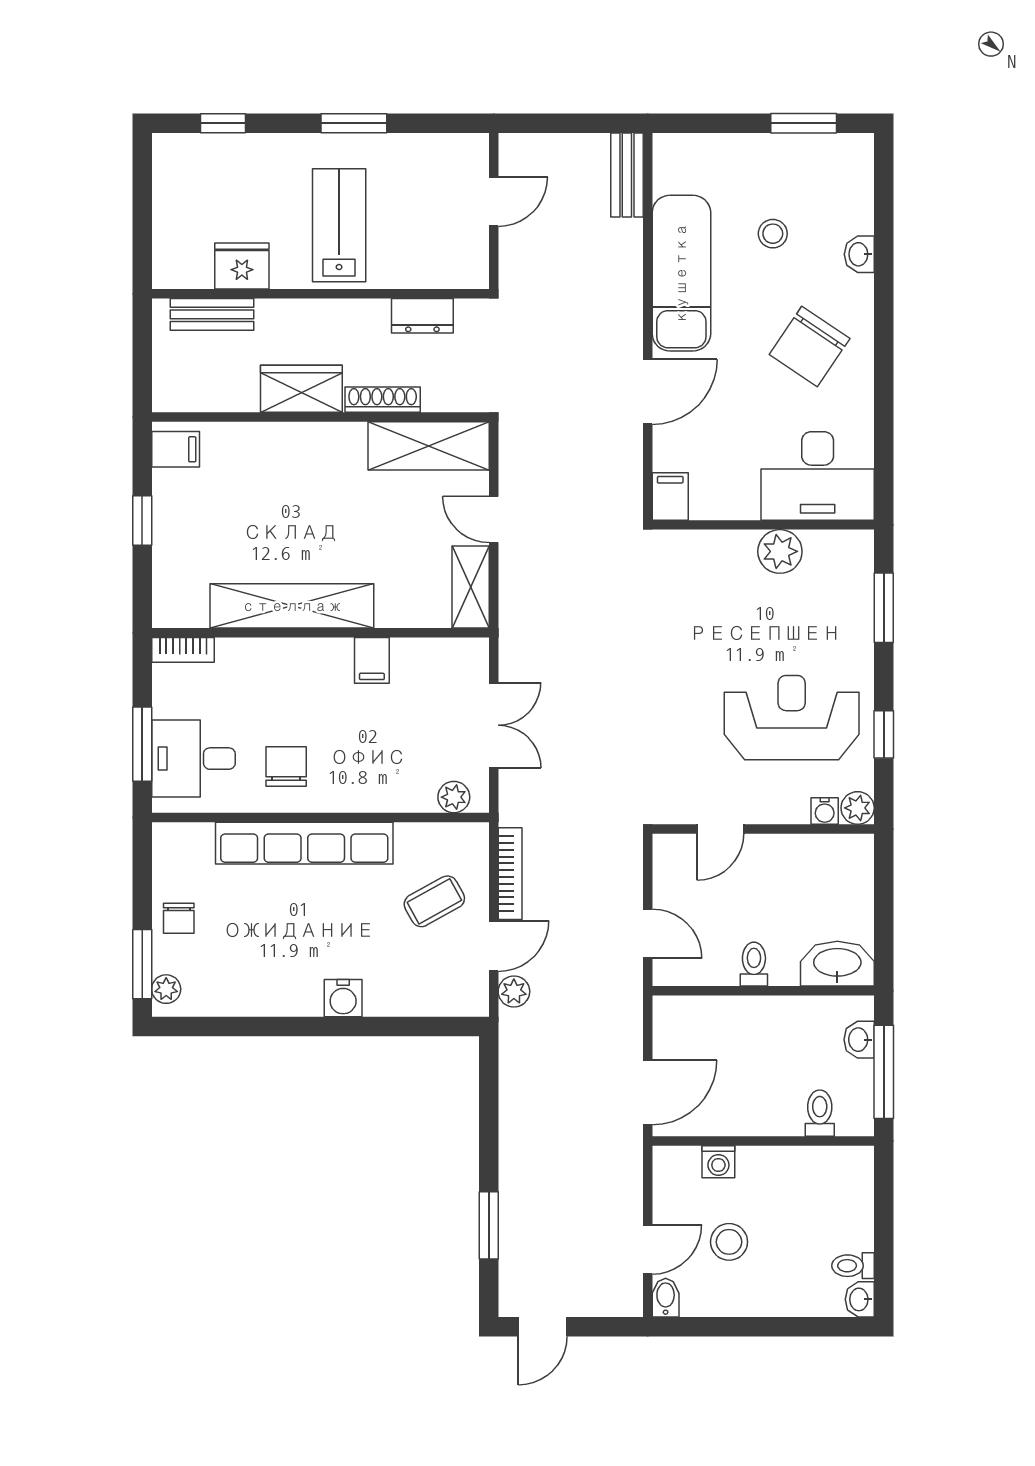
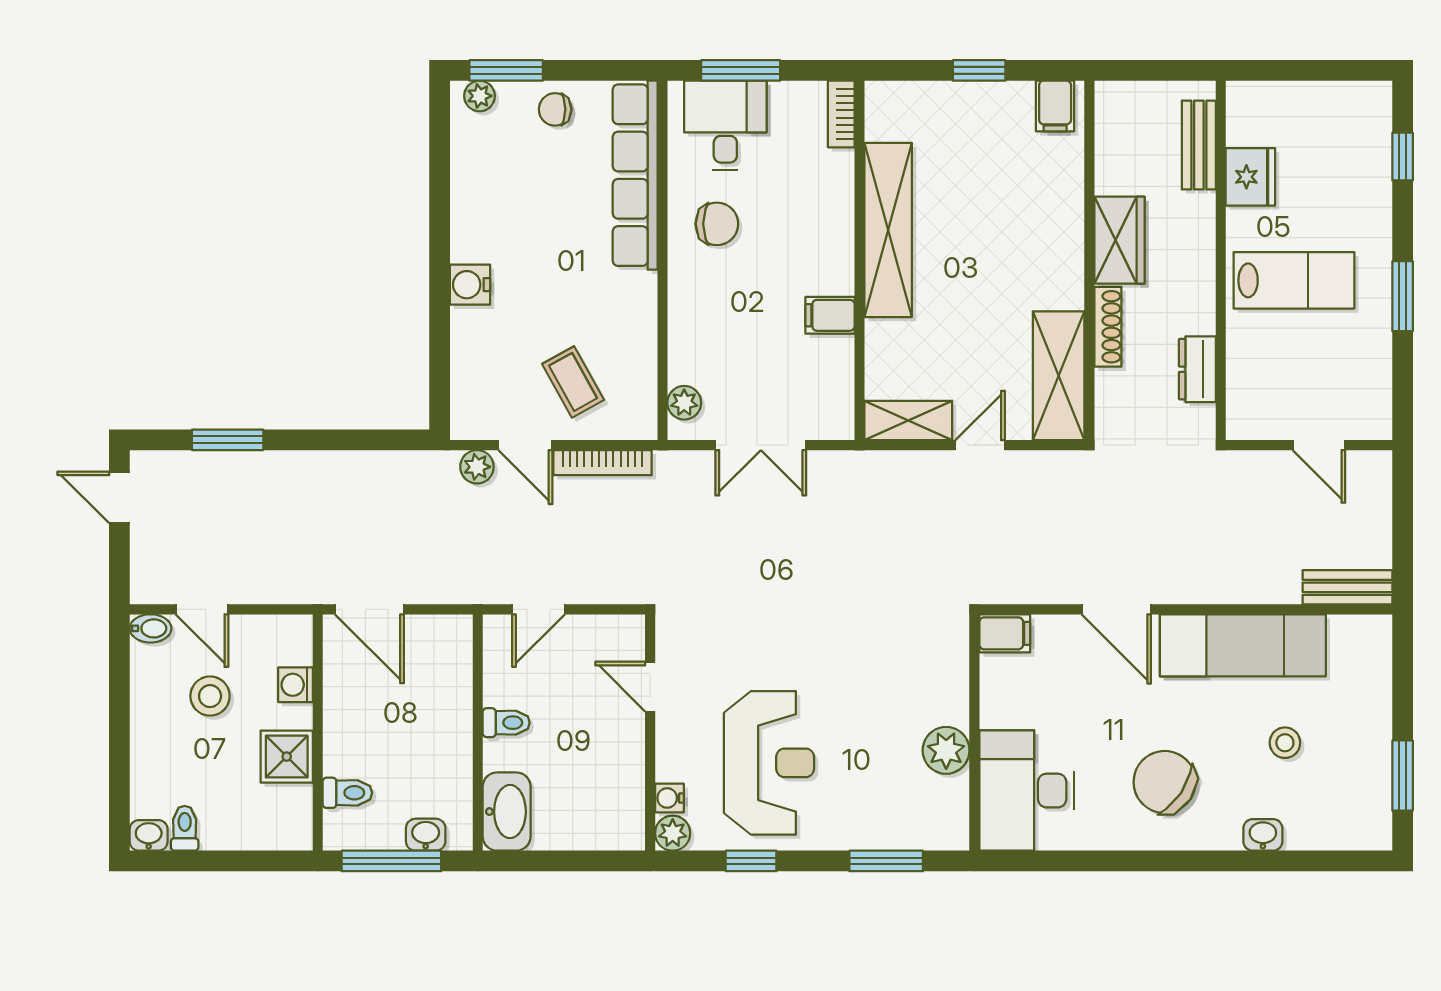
row of seats: (304, 843) -> (635, 175), moved
shower: (786, 1170) -> (287, 757), added

